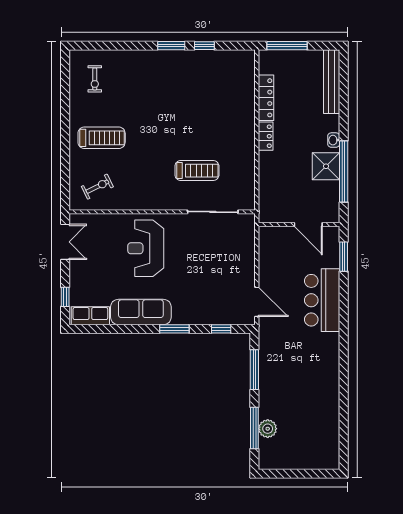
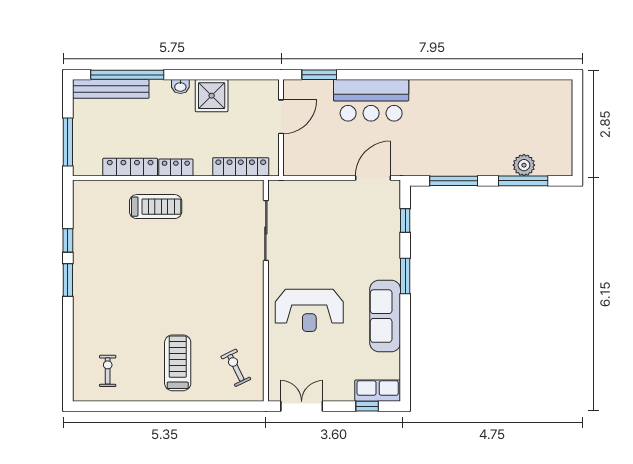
exercise bike: (95, 79) -> (108, 371), turned -90
treadmill: (197, 171) -> (156, 207), moved, turned 90
window: (344, 171) -> (127, 75), moved
locker: (266, 191) -> (241, 167), added
row of seats: (90, 316) -> (378, 391), moved, turned 90

